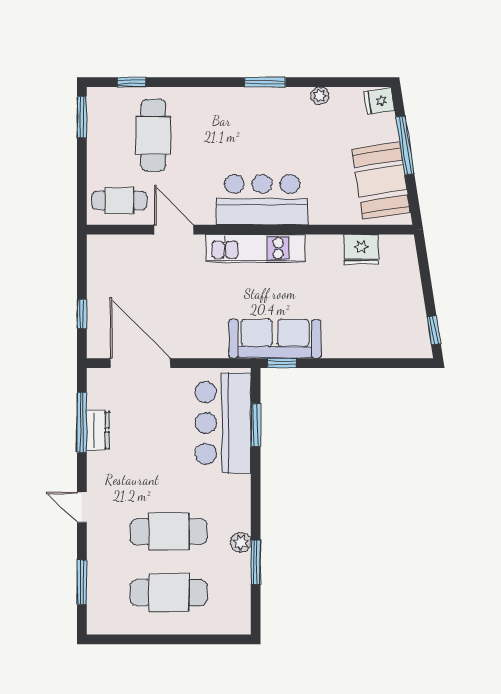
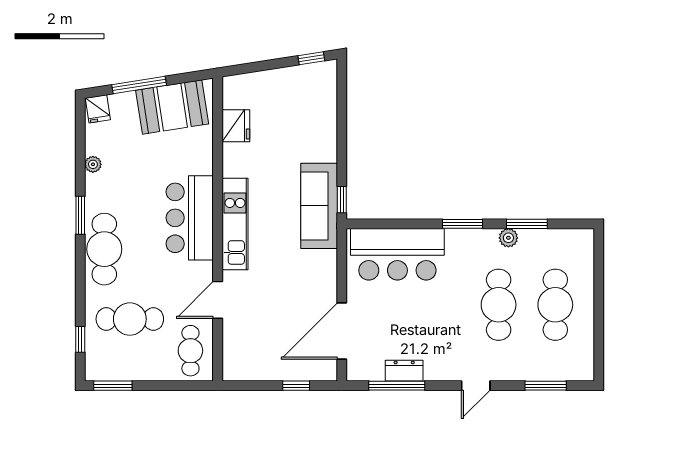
cafe table: (229, 108) -> (104, 249), added
window: (256, 425) -> (463, 224), moved

